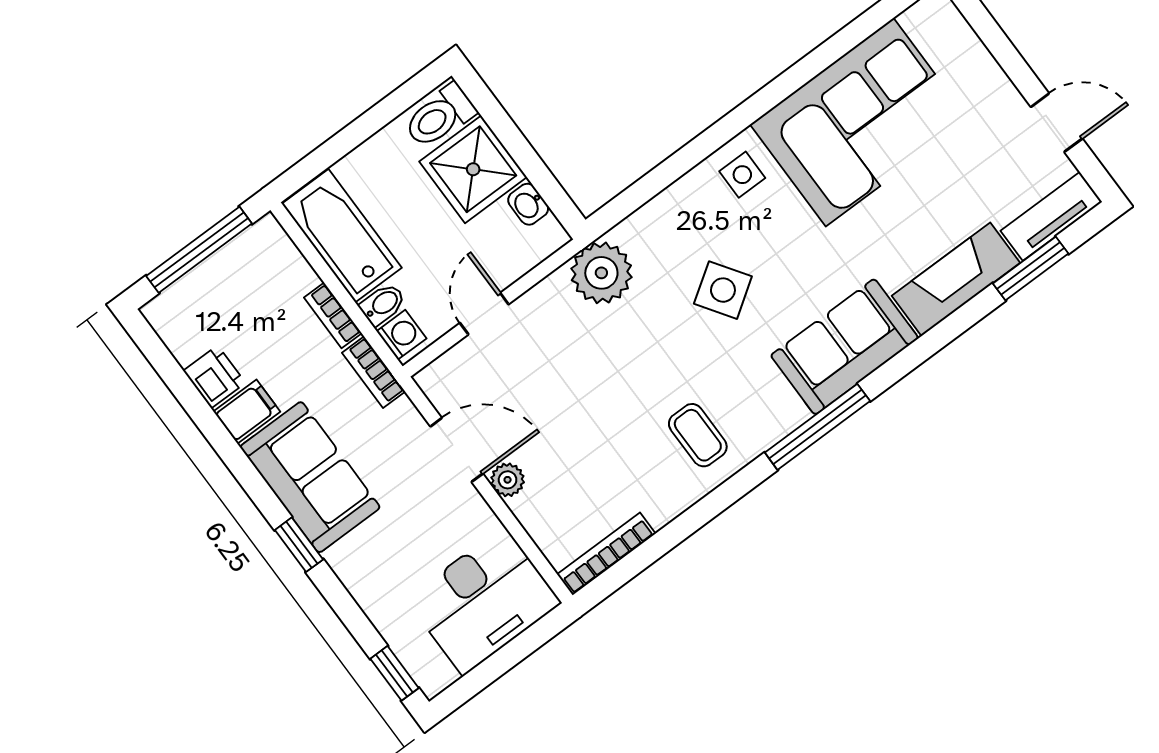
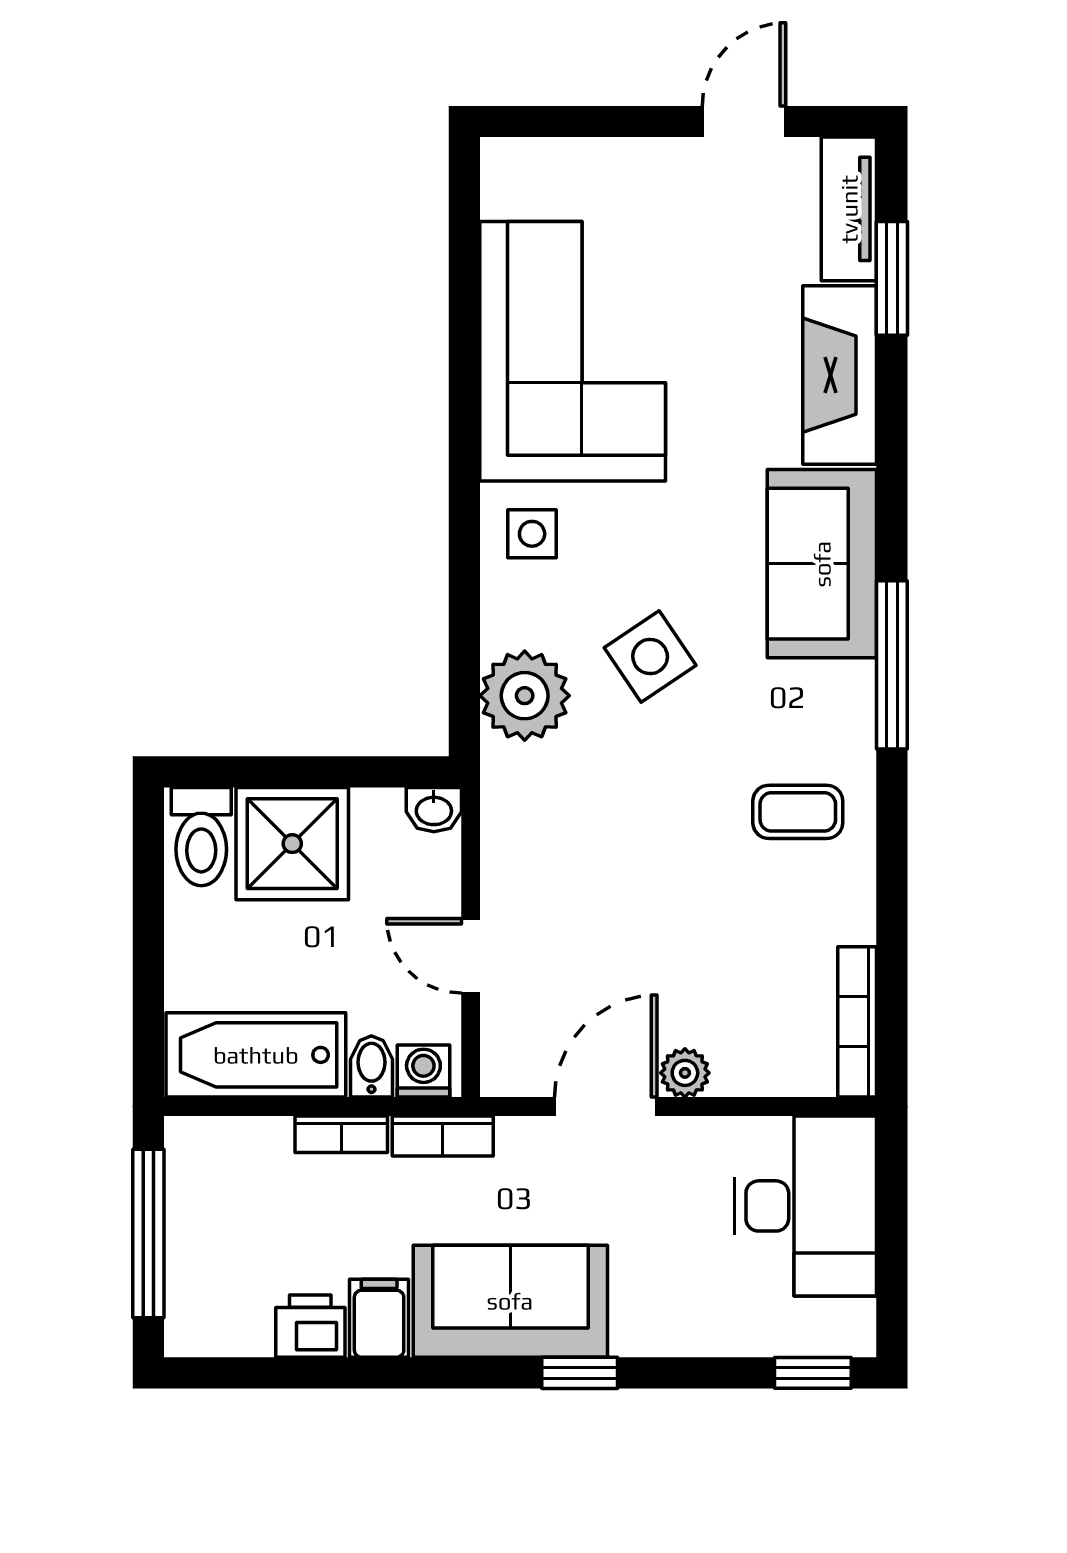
washbasin: (528, 204) -> (434, 810), moved
plant: (601, 273) -> (525, 696), moved

